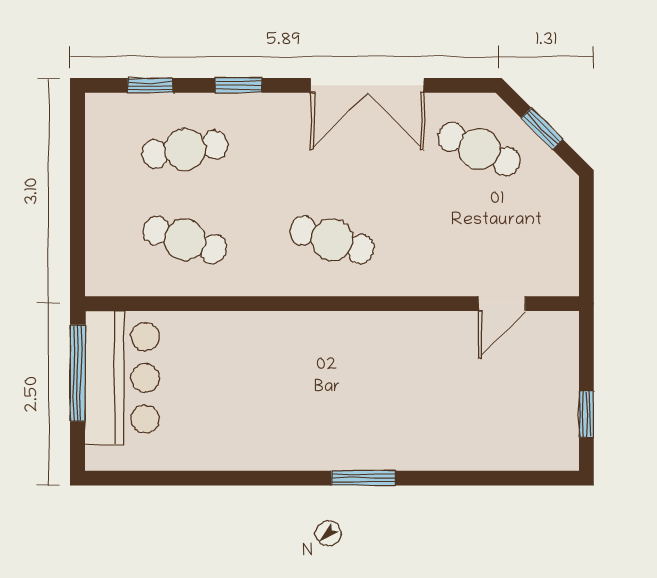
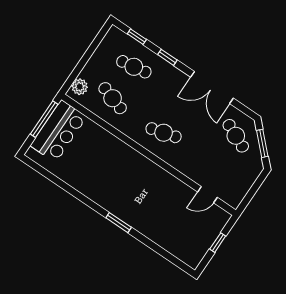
window: (542, 129) -> (262, 143), width x1.50
cafe table: (332, 240) -> (164, 133), turned -33
plant: (104, 261) -> (80, 87), added
window: (586, 414) -> (218, 243), moved

